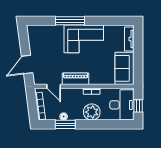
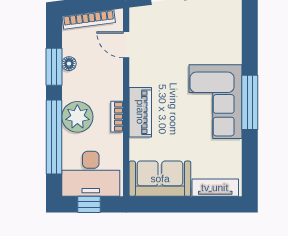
window: (70, 21) -> (250, 102), moved
piano: (76, 79) -> (140, 112), moved
door: (54, 86) -> (126, 45), hinge flipped
window: (102, 124) -> (54, 137), added

